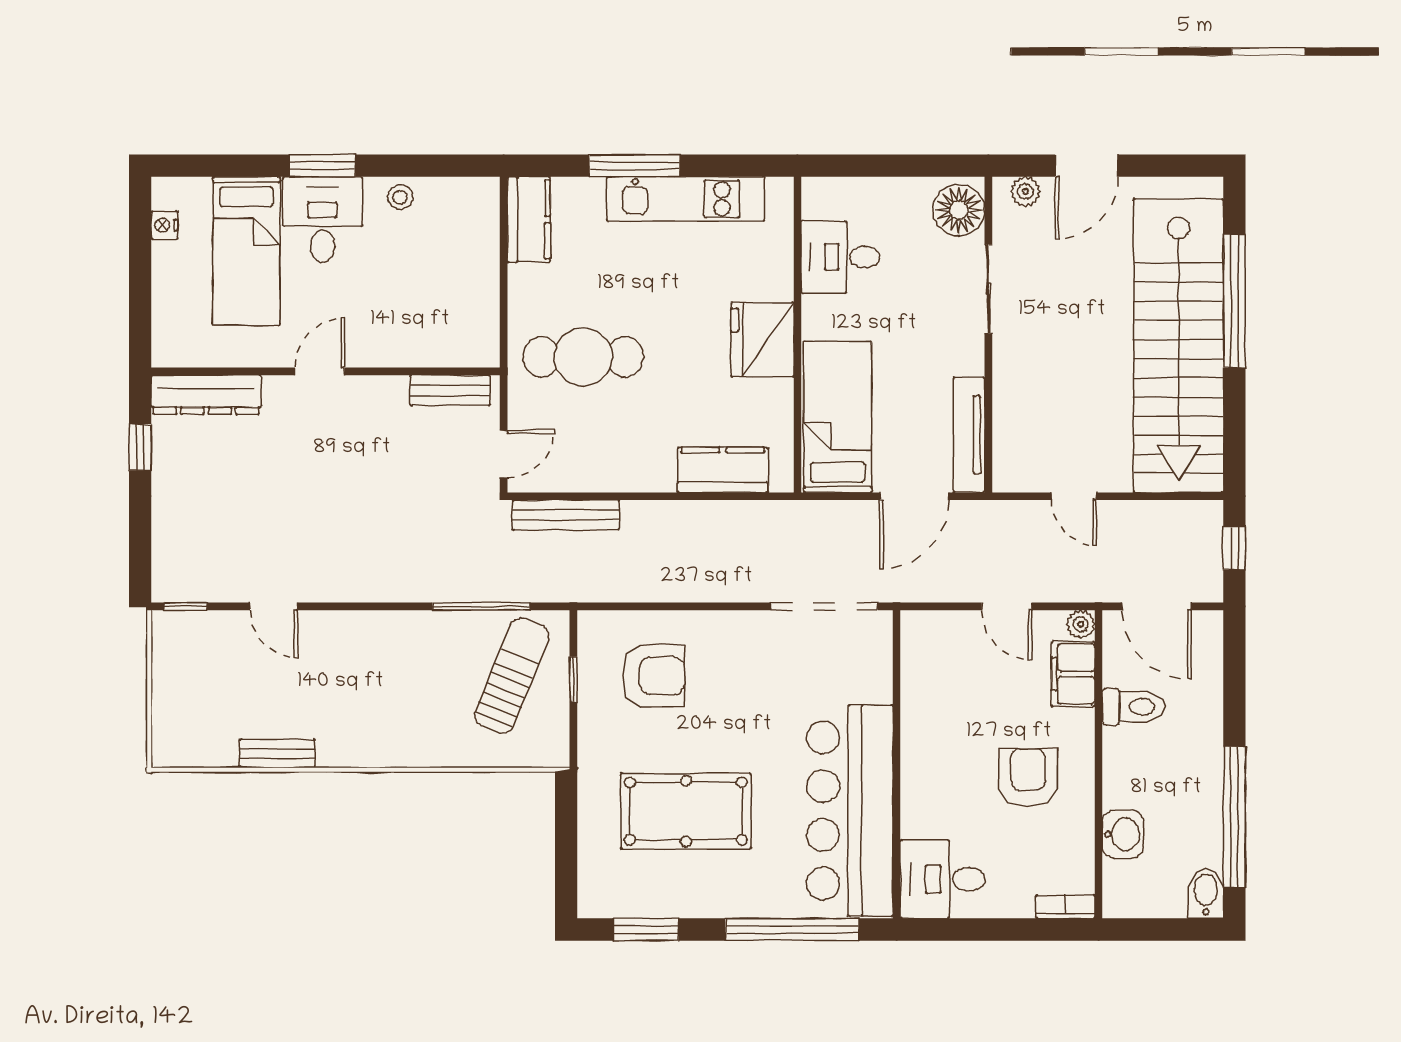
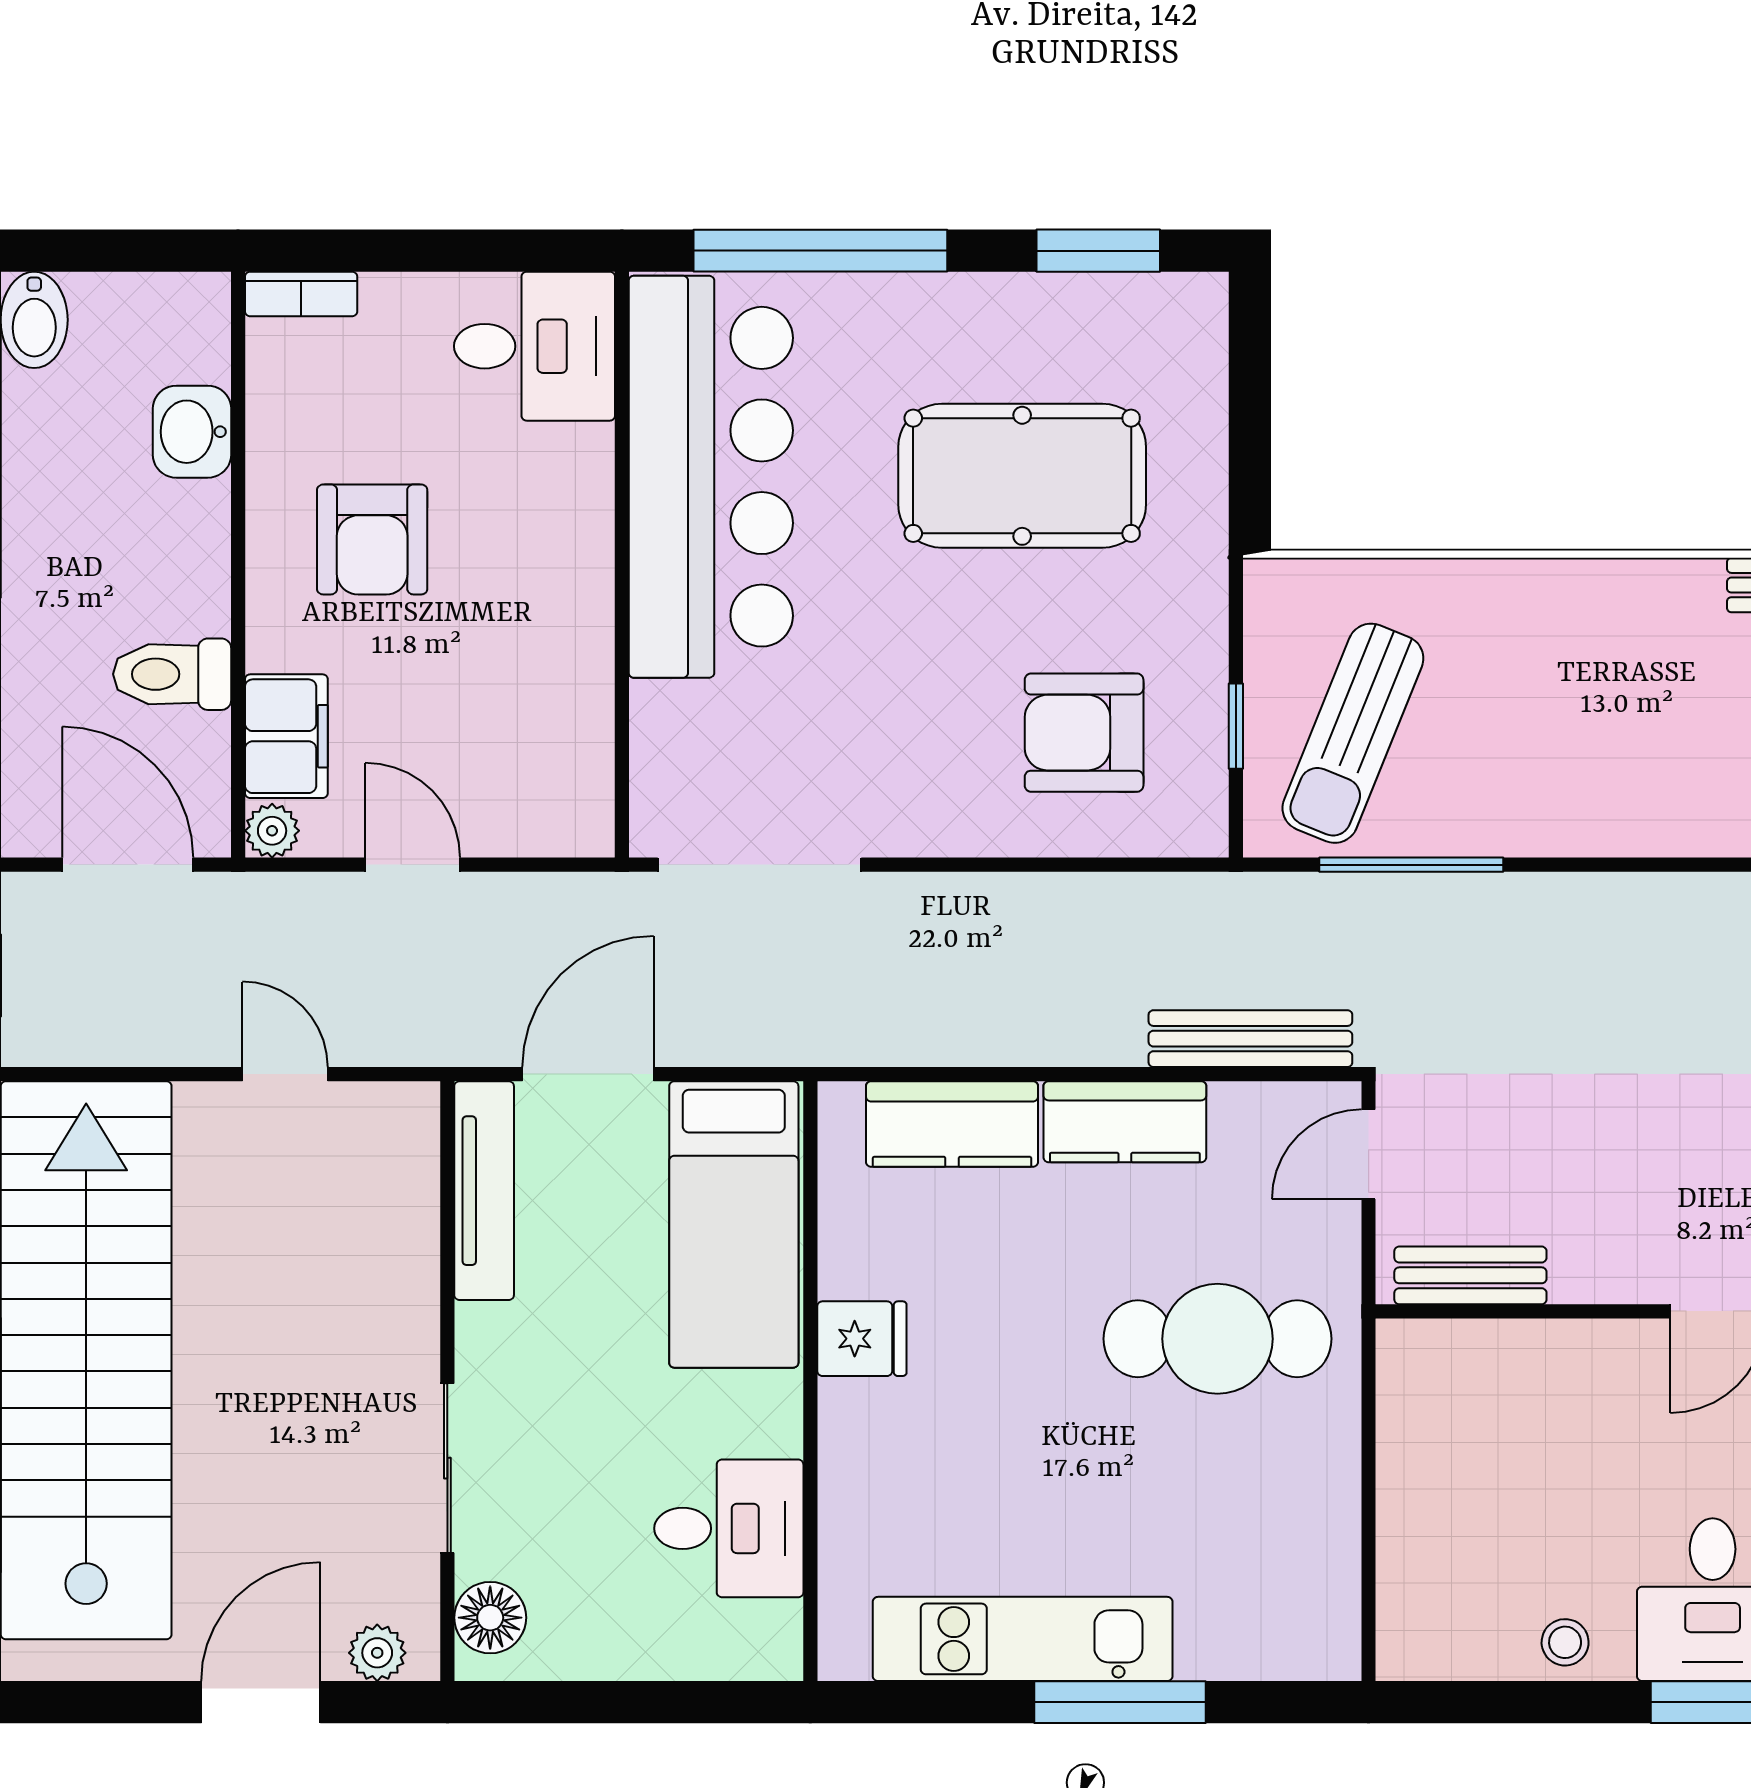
floor lamp: (959, 210) -> (490, 1618), width x0.73, depth x0.73
kitchen counter: (529, 219) -> (1125, 1122), moved, turned -90
fridge: (762, 340) -> (862, 1339), width x0.53, depth x0.75

